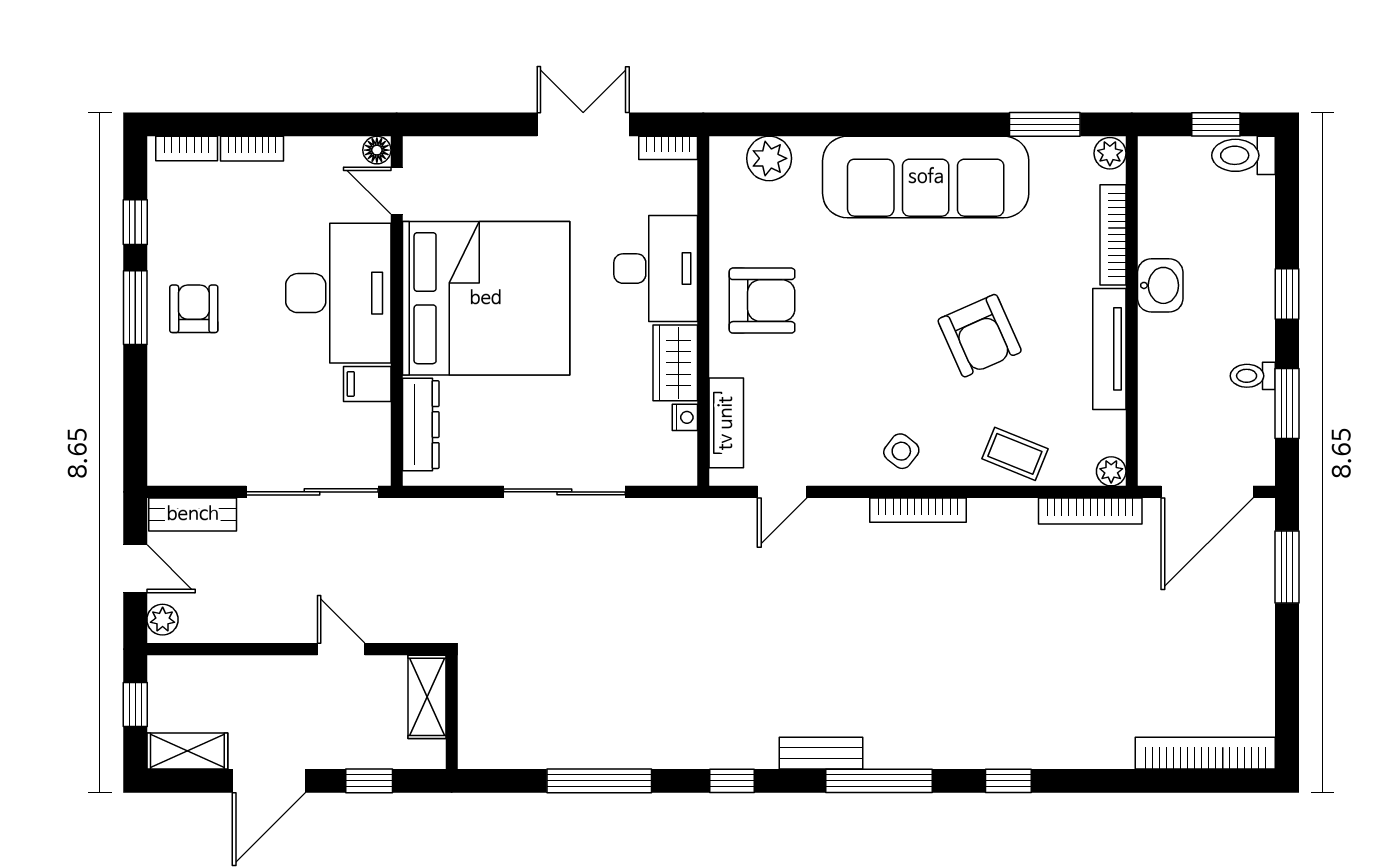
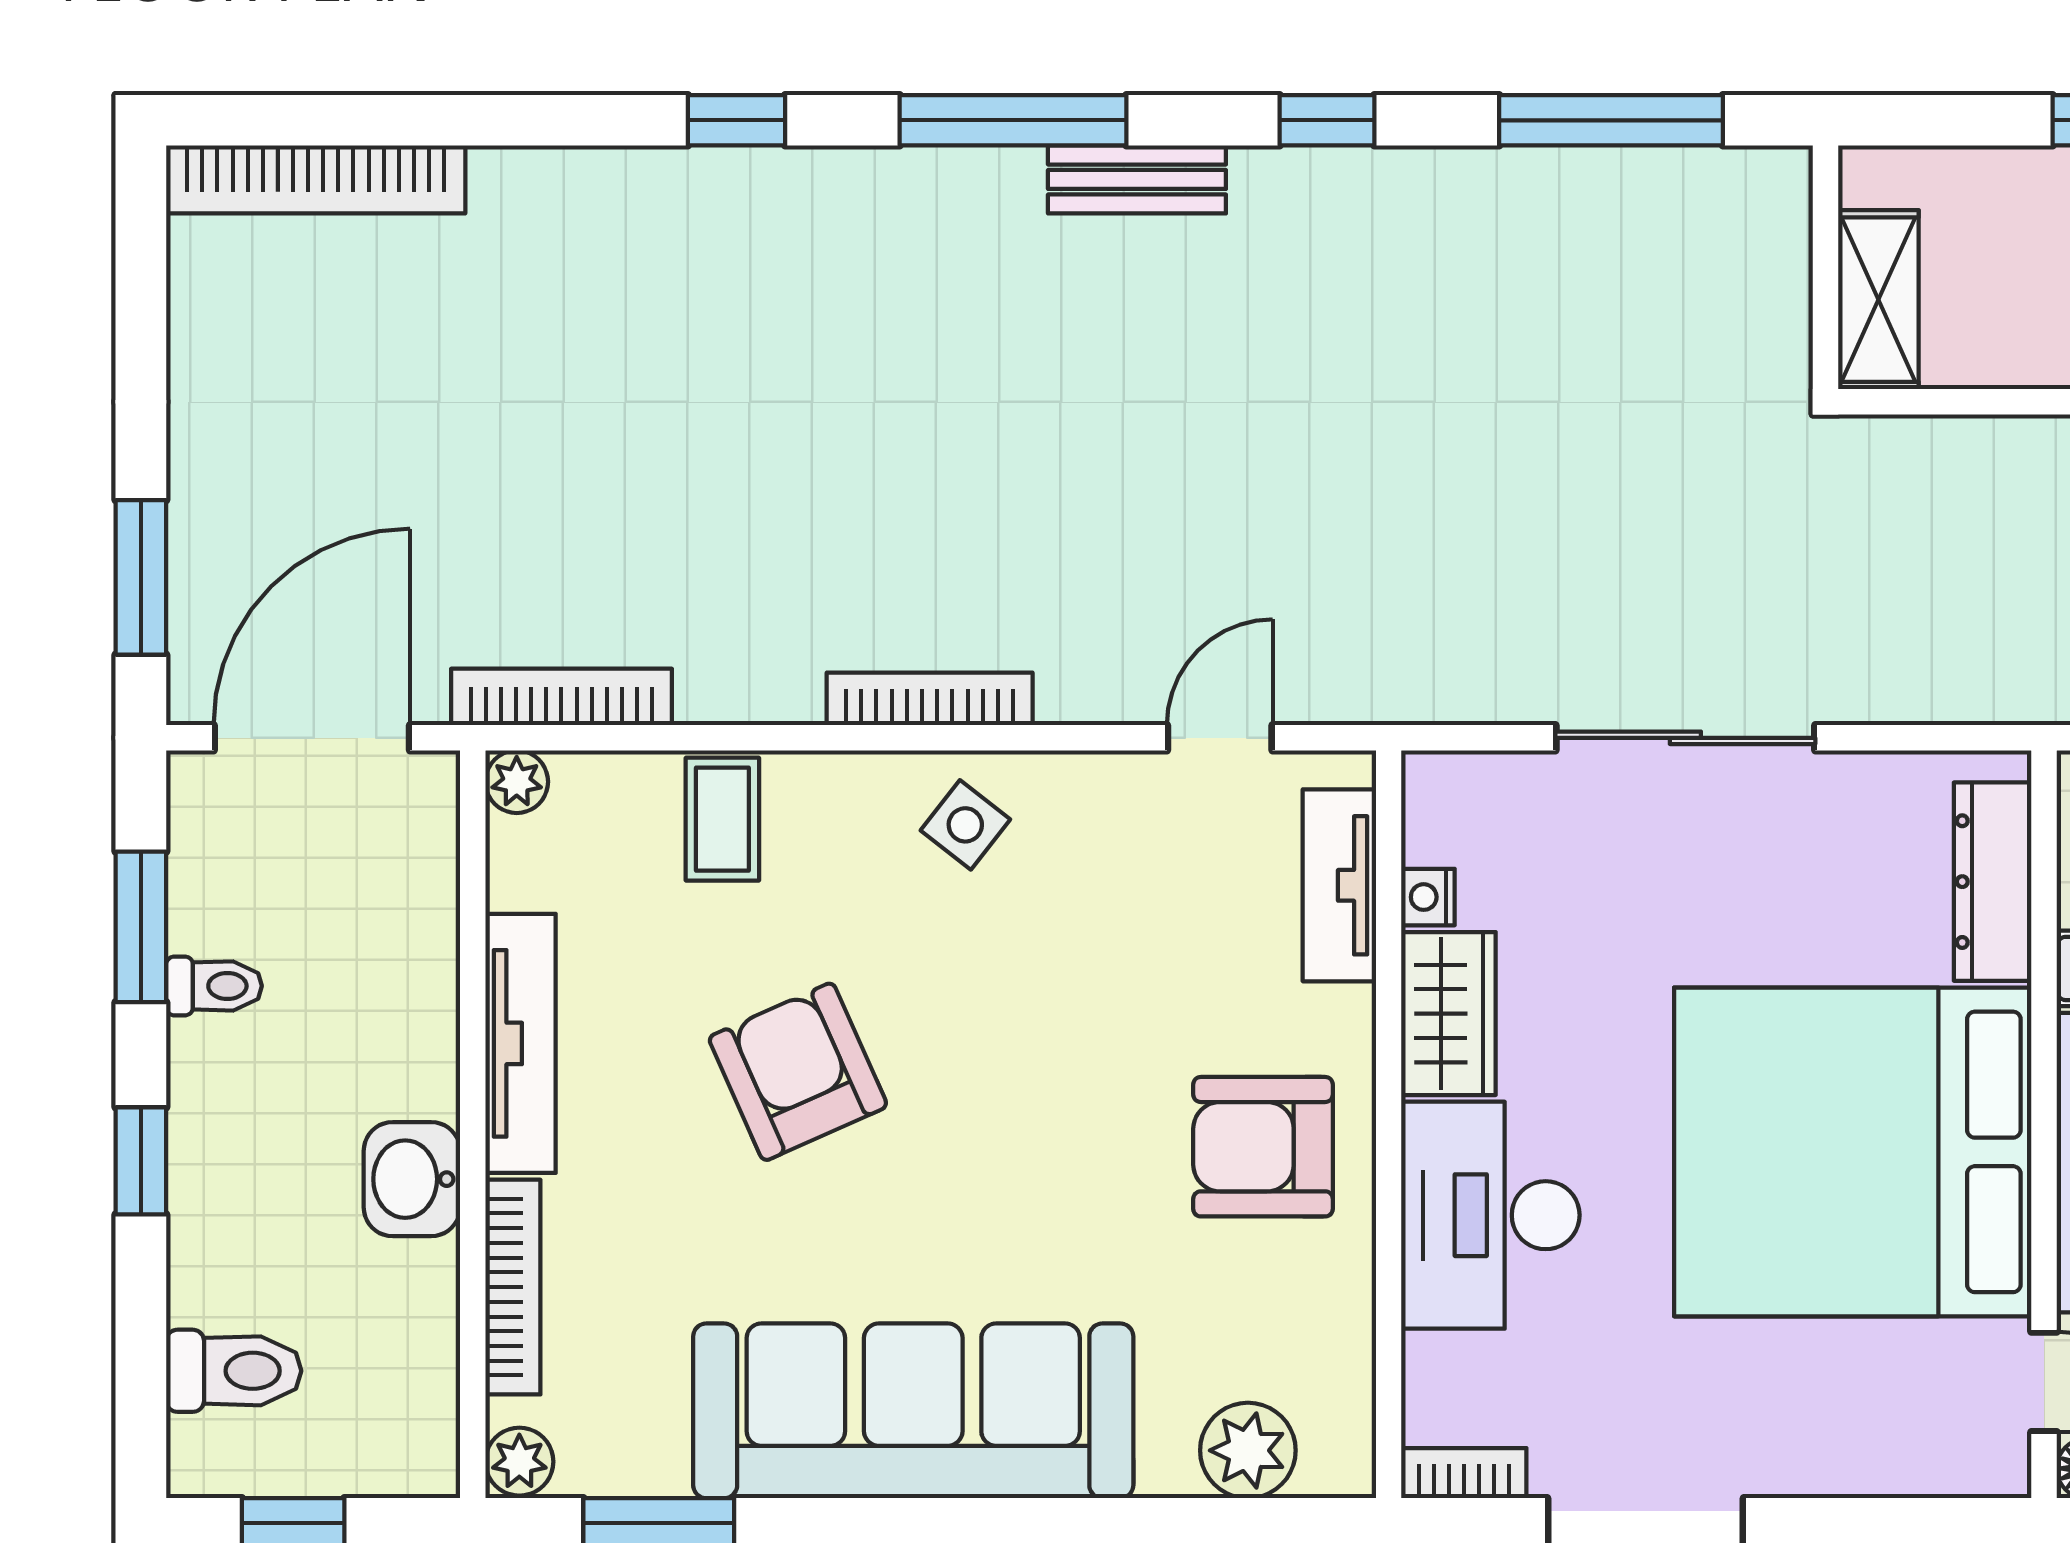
toilet: (1244, 155) -> (234, 1371), moved
coffee table: (1015, 454) -> (722, 819), turned 68
shelving: (427, 697) -> (1878, 300), moved
wall: (452, 712) -> (1826, 267), moved

